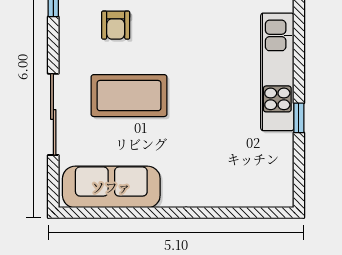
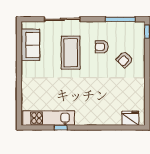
kitchen unit: (277, 72) -> (48, 118), moved
sofa: (111, 187) -> (30, 45), width x0.73

